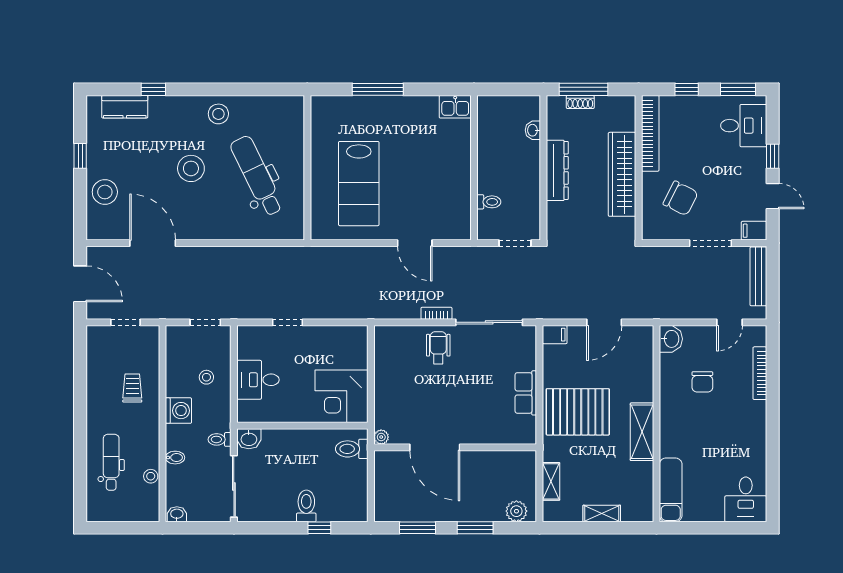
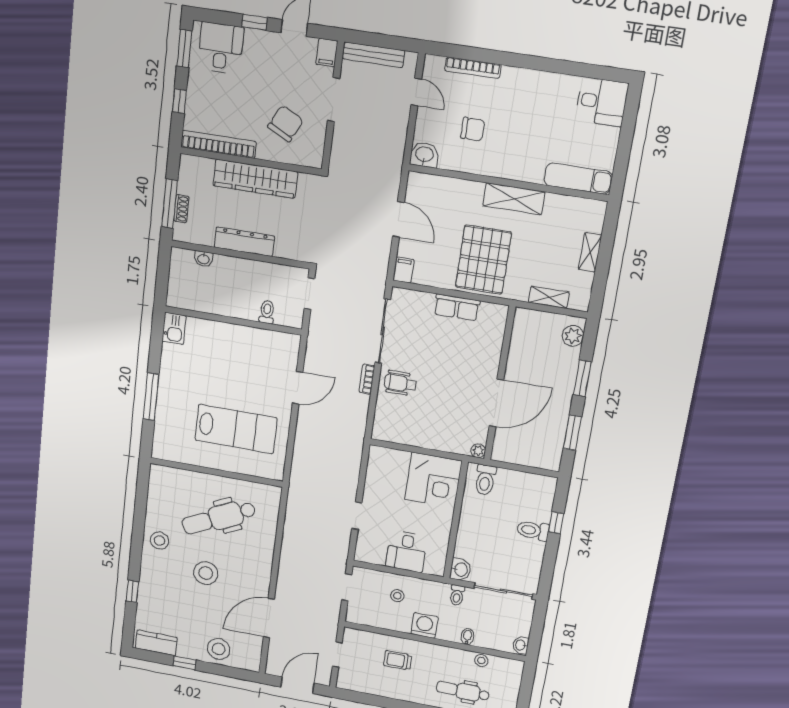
kitchen counter: (125, 107) -> (156, 643), moved, turned -90

